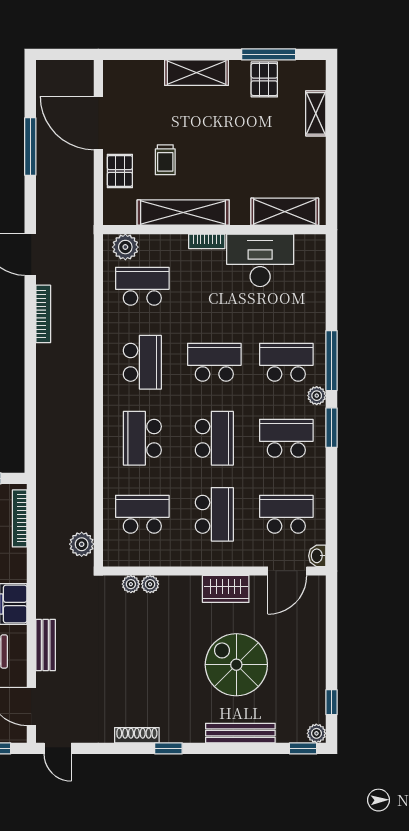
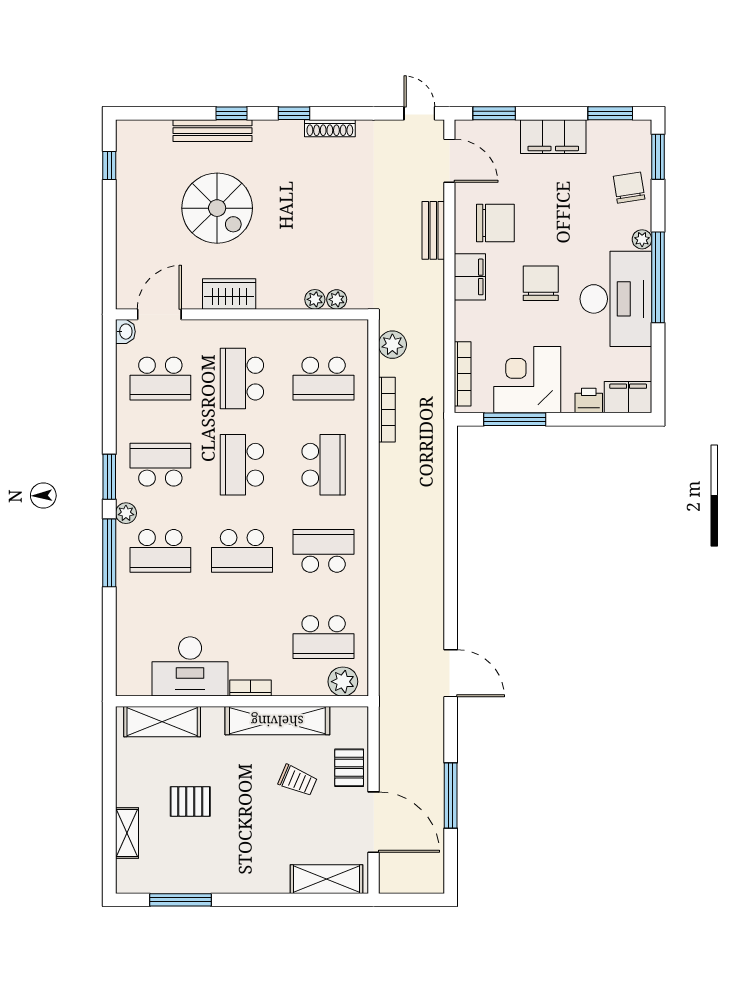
shelving: (197, 73) -> (327, 879), moved
pallet: (264, 79) -> (190, 801), moved, turned 90
trolley: (165, 160) -> (298, 780), turned 113
bookcase: (43, 314) -> (387, 410), moved, turned 180
school desk: (142, 362) -> (324, 551), turned 90
school desk: (286, 438) -> (160, 465), turned 180
plant: (316, 733) -> (126, 130), removed
window: (303, 748) -> (231, 113), moved

